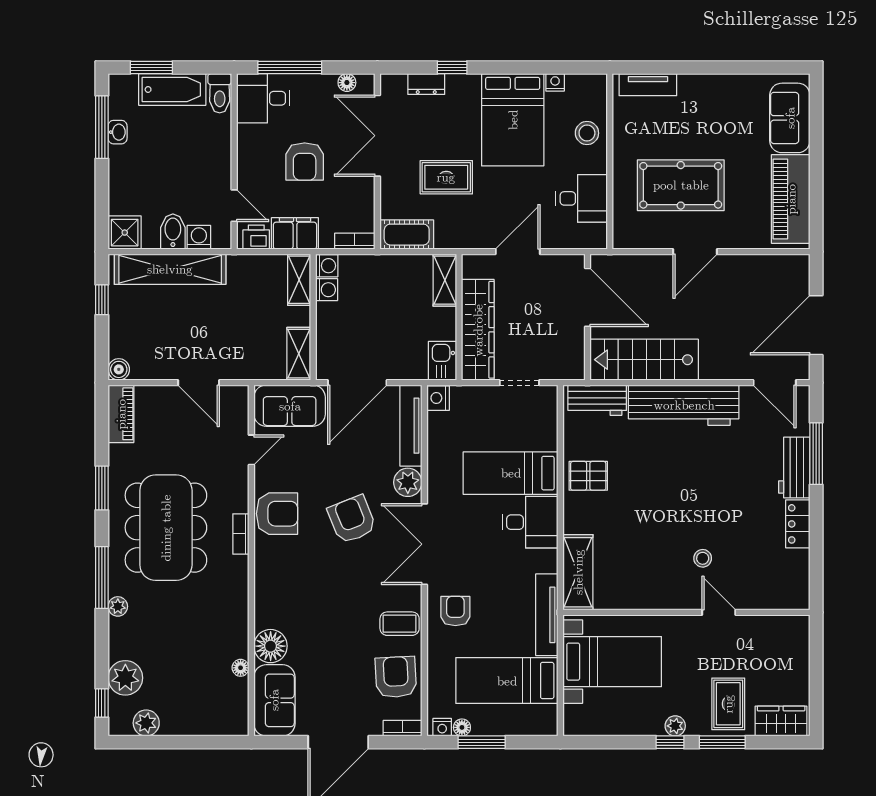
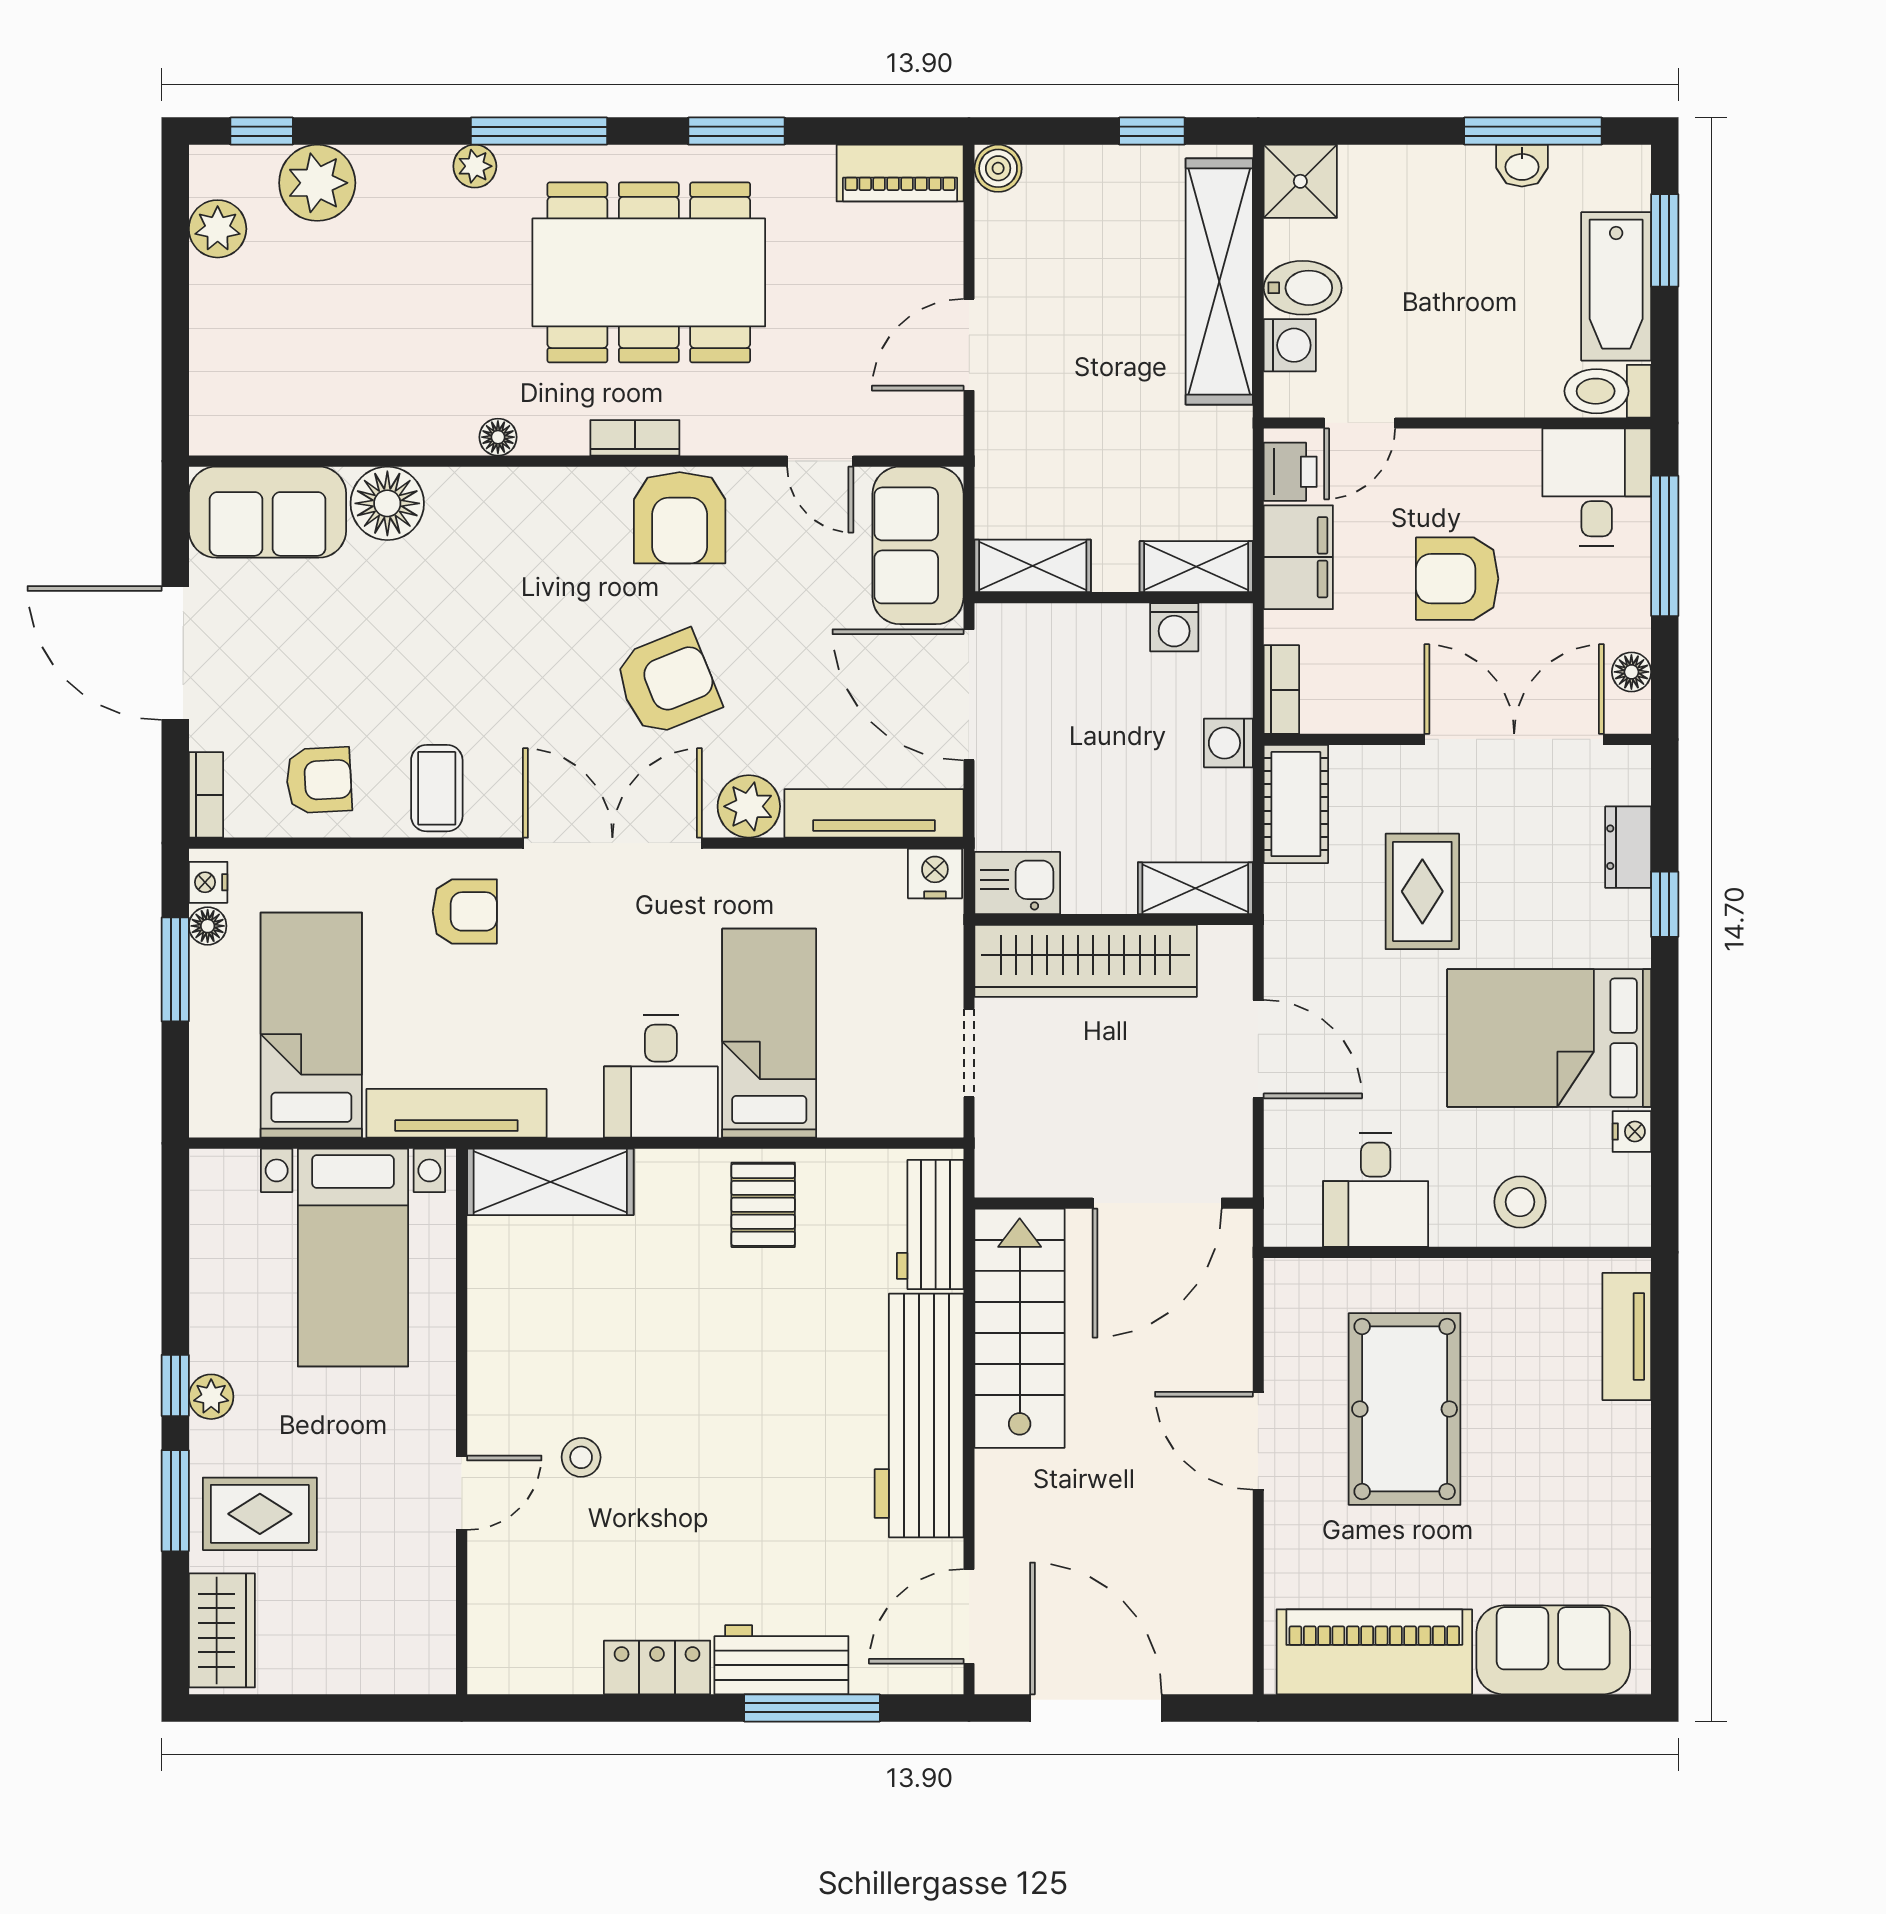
washing machine: (327, 266) -> (1228, 743), moved, turned 90
floor lamp: (241, 668) -> (498, 437), moved
armchair: (396, 677) -> (319, 780), width x0.72, depth x0.72

